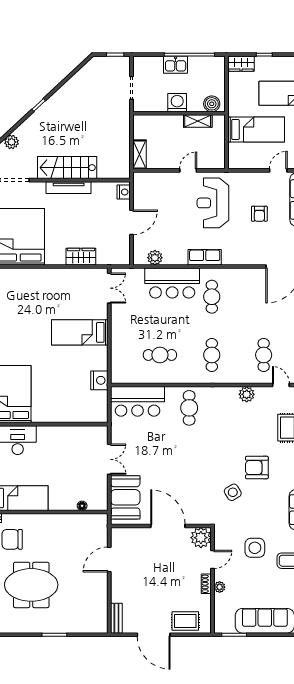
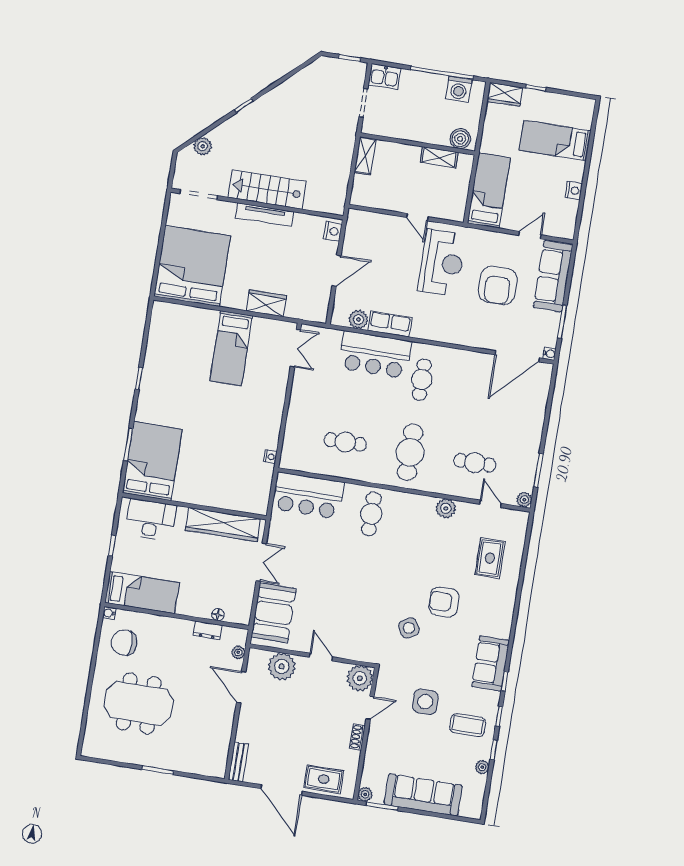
kitchen sink: (176, 65) -> (385, 76), moved
washing machine: (177, 103) -> (459, 89), moved, turned 180
bed: (256, 129) -> (489, 191), moved, turned -90
shelving: (140, 154) -> (365, 156), moved
door: (188, 170) -> (417, 217), swing flipped
reception desk: (213, 203) -> (442, 263), turned 180
armchair: (259, 214) -> (498, 285), width x1.88, depth x1.88
row of seats: (205, 257) -> (390, 324), moved
bed: (80, 332) -> (231, 348), moved, turned -90
cafe table: (212, 355) -> (410, 452), width x1.37, depth x1.35
cafe table: (264, 355) -> (475, 463), turned 90
nightstand: (99, 380) -> (270, 457), width x0.53, depth x0.56
wardrobe: (75, 435) -> (223, 525), added
dresser: (76, 519) -> (208, 630), added
door: (168, 526) -> (321, 657), width x0.53
plant: (103, 533) -> (238, 652), added
plant: (138, 538) -> (282, 666), added
door: (109, 559) -> (241, 687), hinge flipped
plant: (220, 587) -> (365, 794), moved

